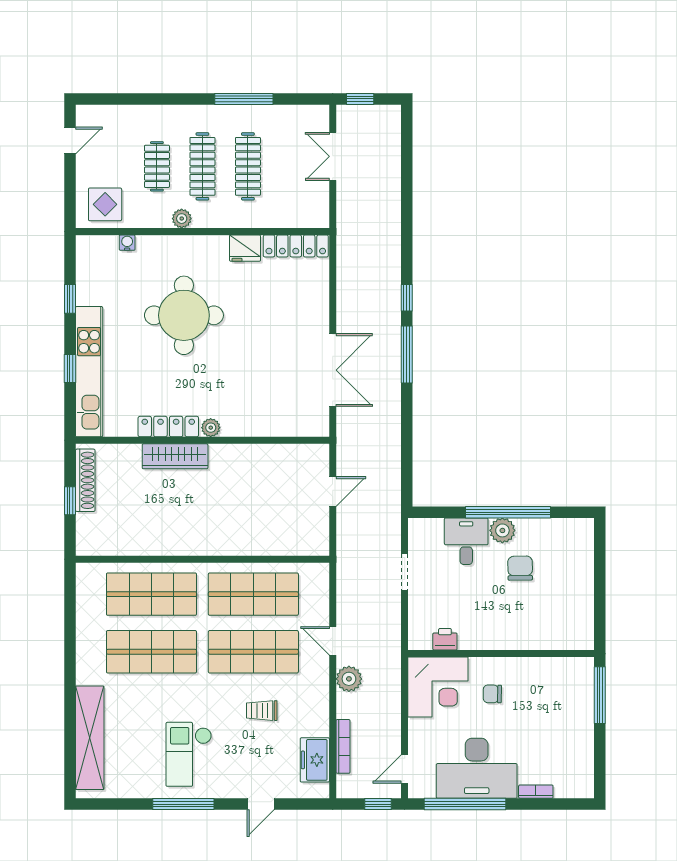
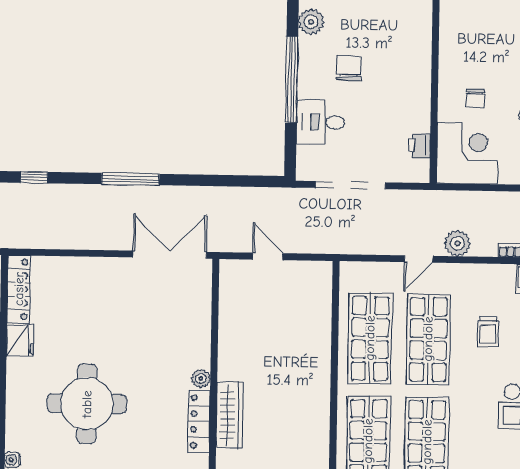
window: (407, 298) -> (34, 177), moved
double door: (333, 370) -> (170, 255), moved
plant: (502, 530) -> (311, 22), moved
chair: (520, 568) -> (349, 68), turned 91
doorway: (405, 572) -> (350, 185), width x1.88

